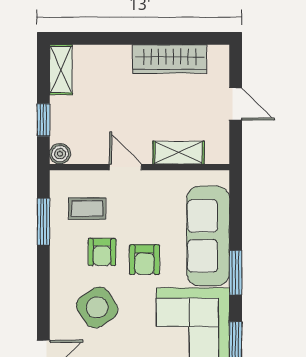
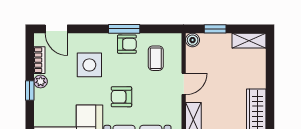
window: (43, 222) -> (124, 29), moved
armchair: (102, 252) -> (127, 44), moved, turned 180
side table: (97, 307) -> (89, 65), turned 34

